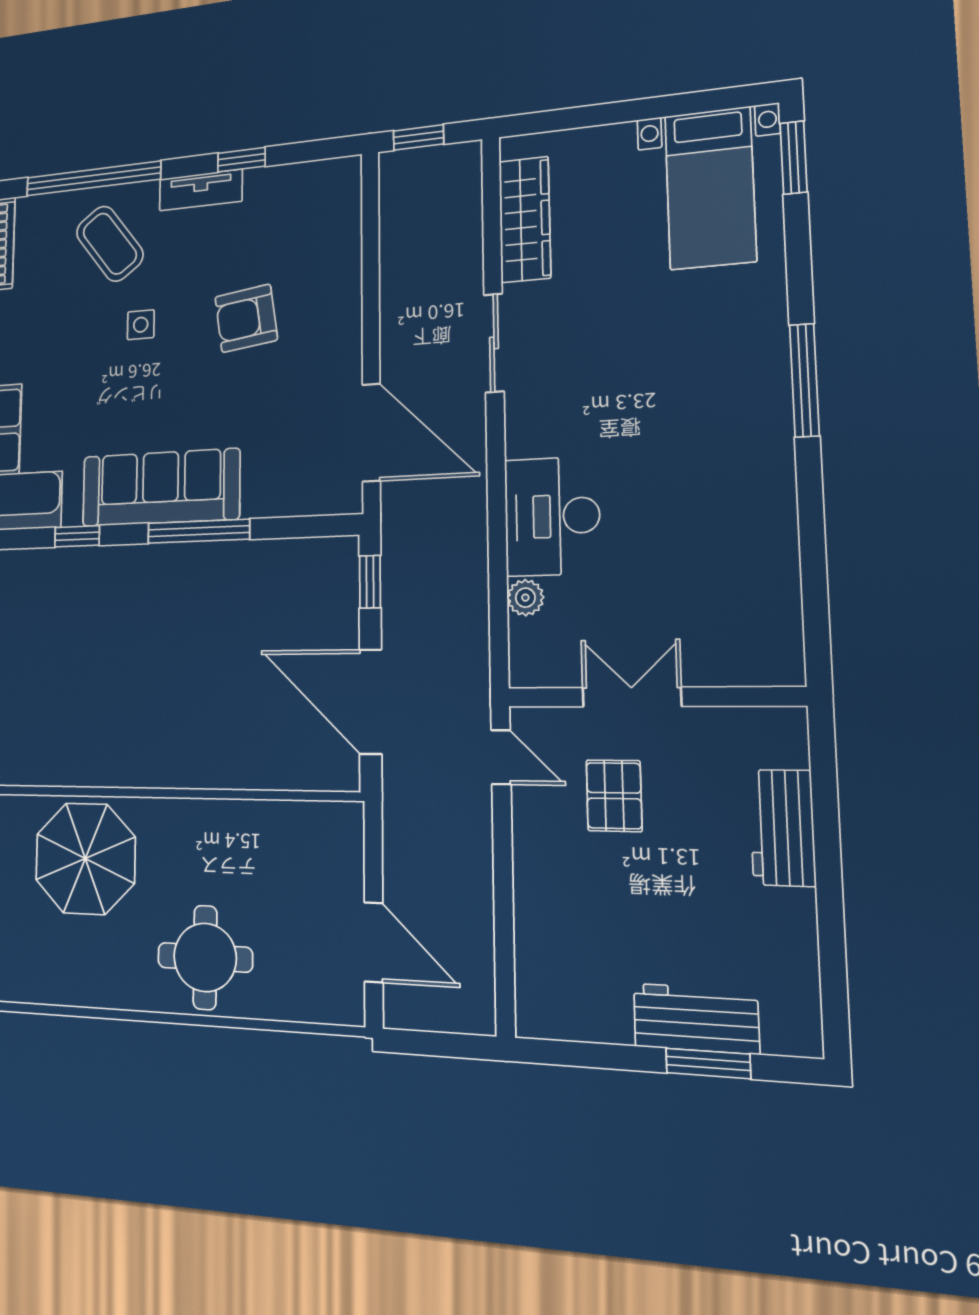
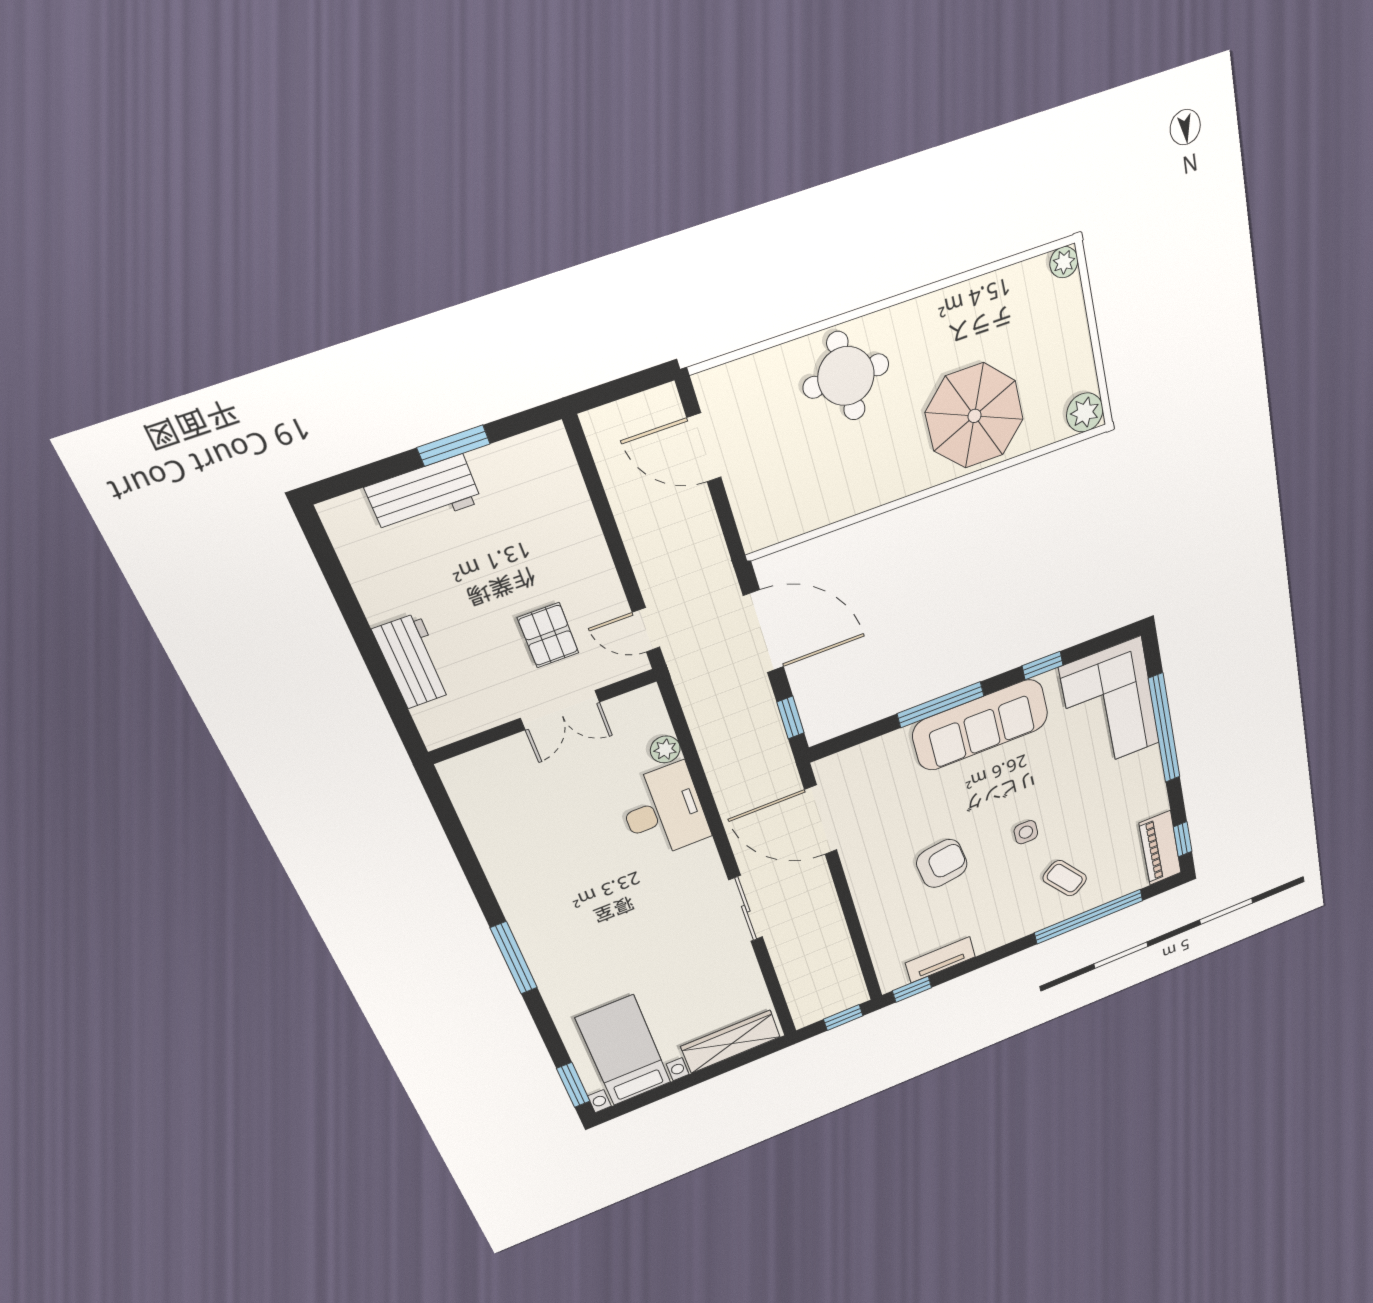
window: (241, 160) -> (912, 989), moved
tv unit: (201, 190) -> (940, 960), moved
wardrobe: (525, 220) -> (731, 1042), moved, turned 90
coffee table: (110, 244) -> (1065, 878), width x0.73, depth x0.77
window: (708, 1064) -> (454, 446), moved

